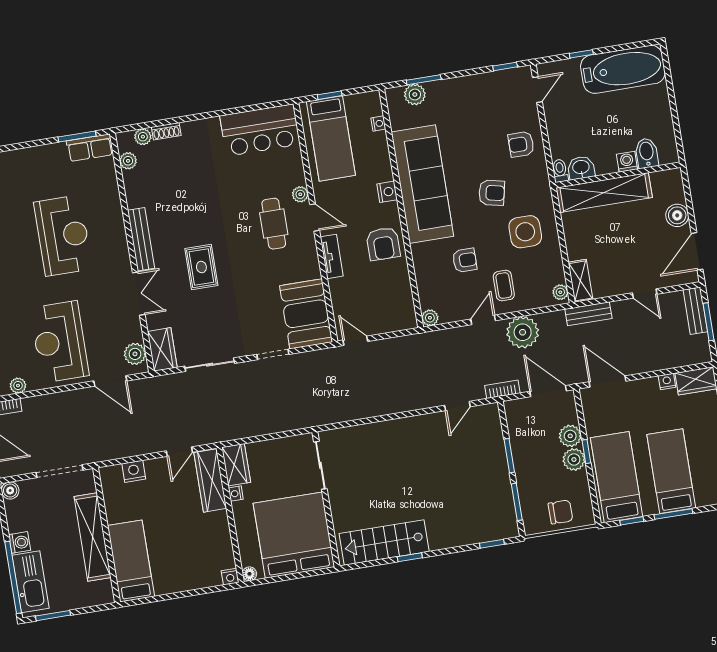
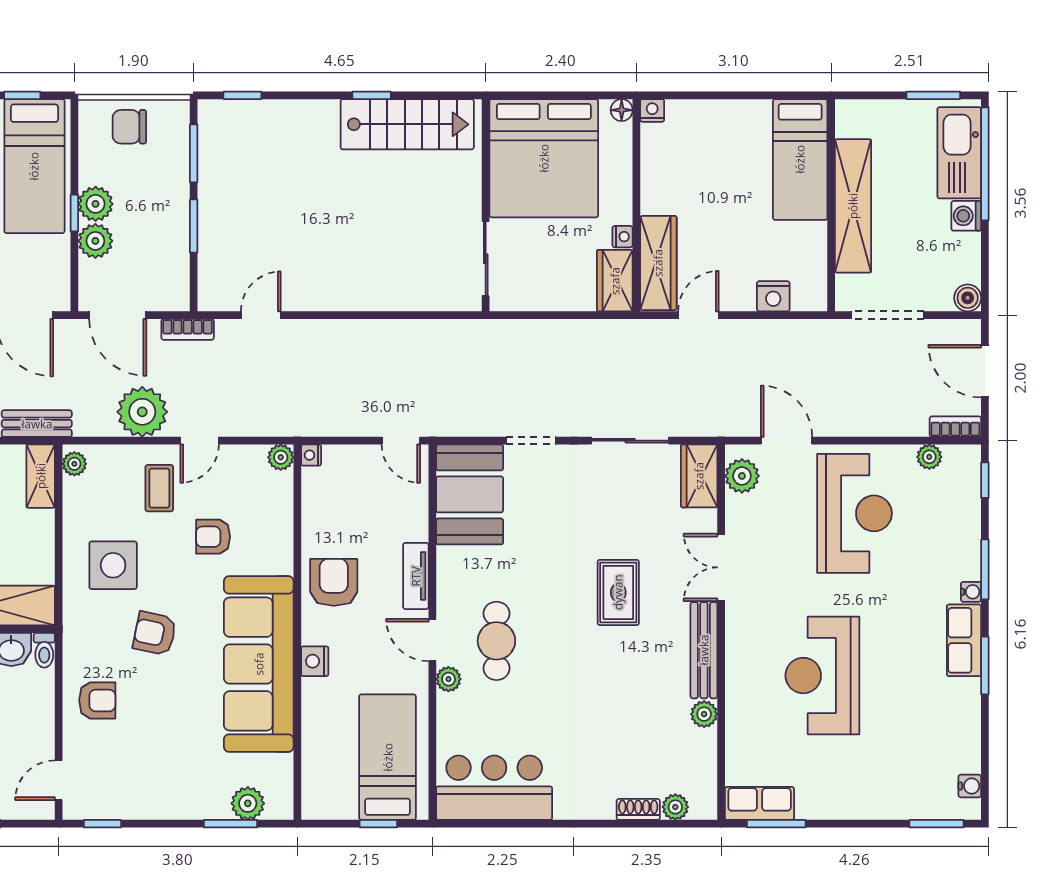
nightstand: (378, 124) -> (311, 455), moved
plant: (128, 161) -> (704, 714), moved

